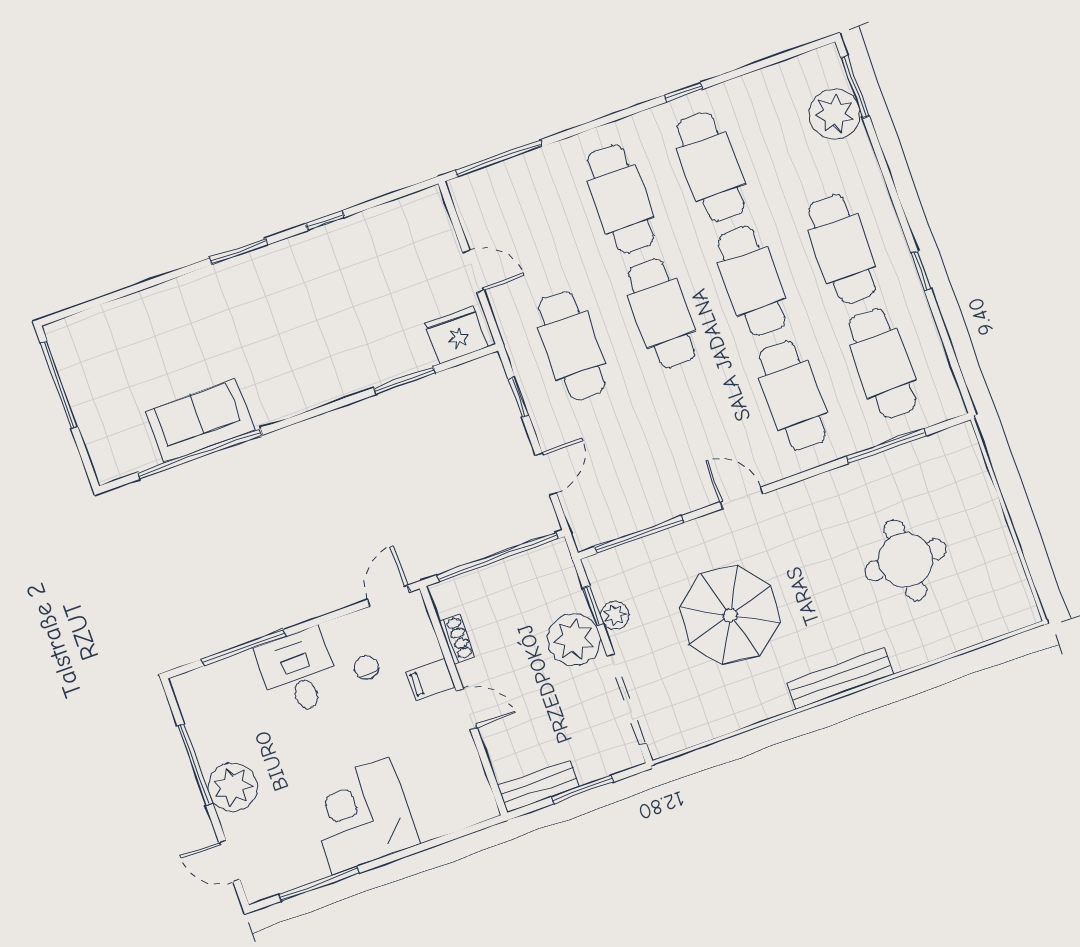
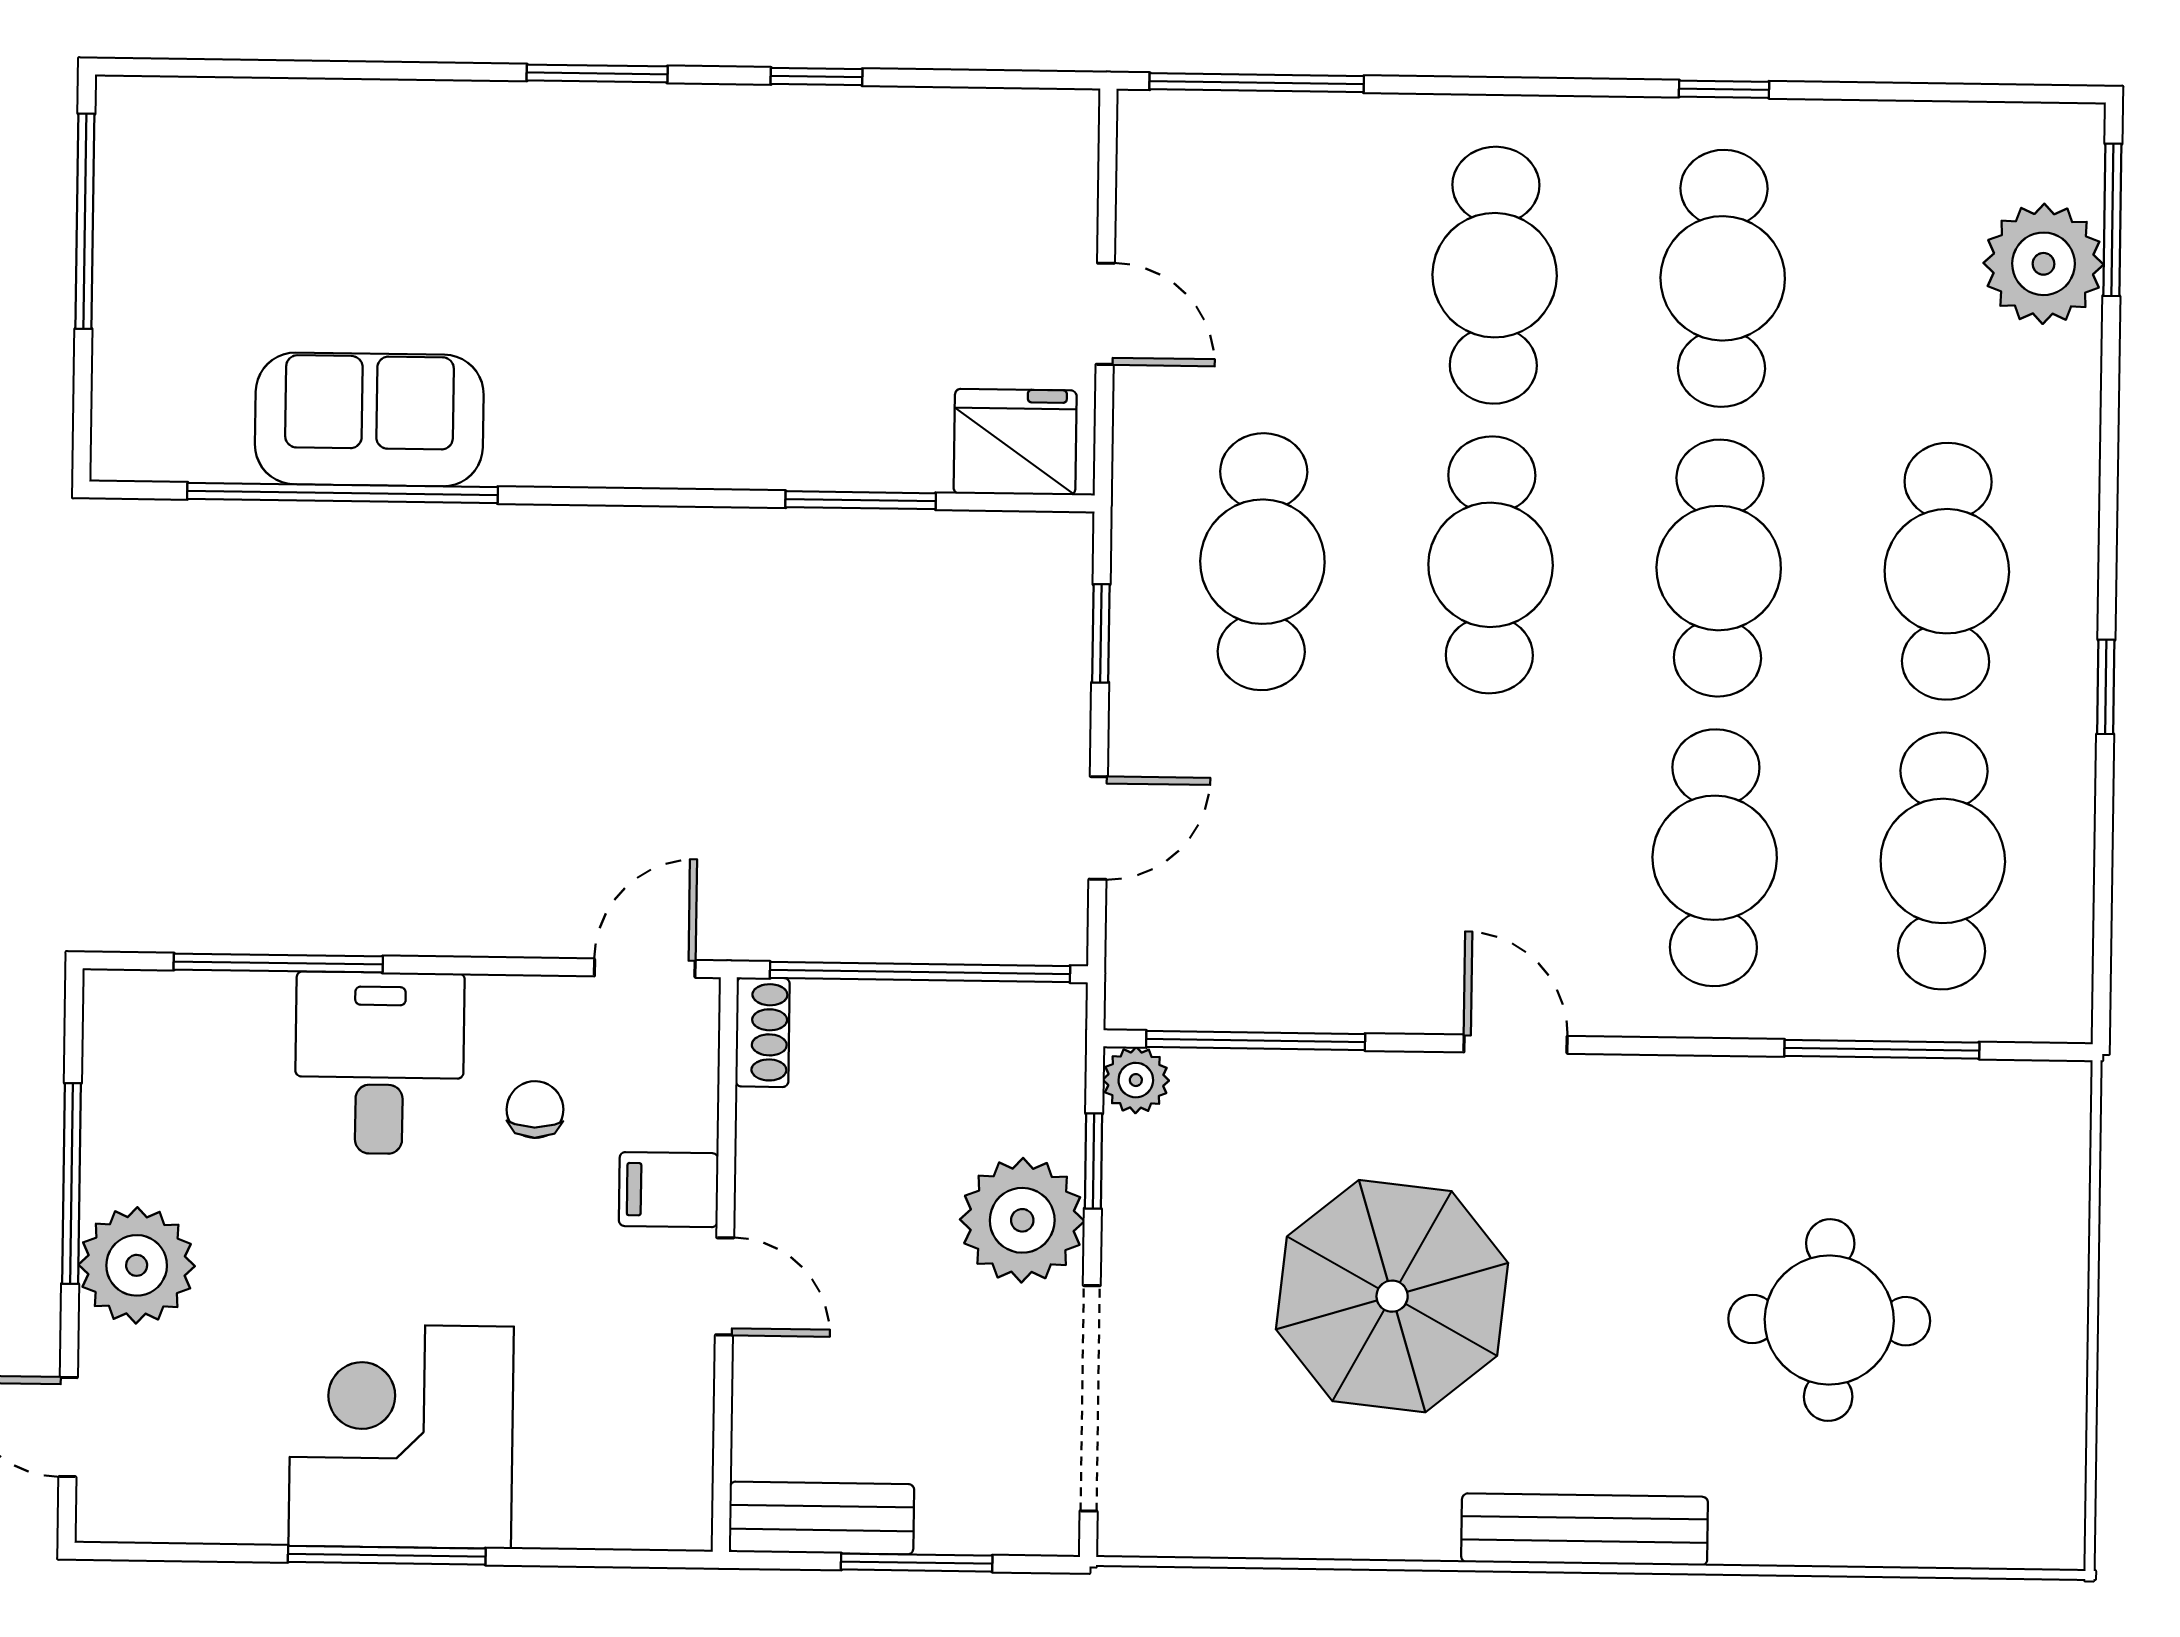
plant: (615, 615) -> (1136, 1080), moved
shoe rack: (457, 639) -> (763, 1032), moved
window: (319, 884) -> (387, 1555), moved

